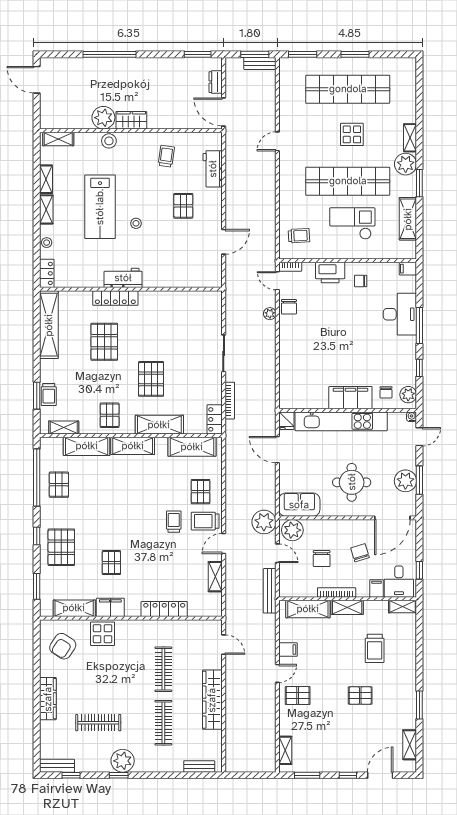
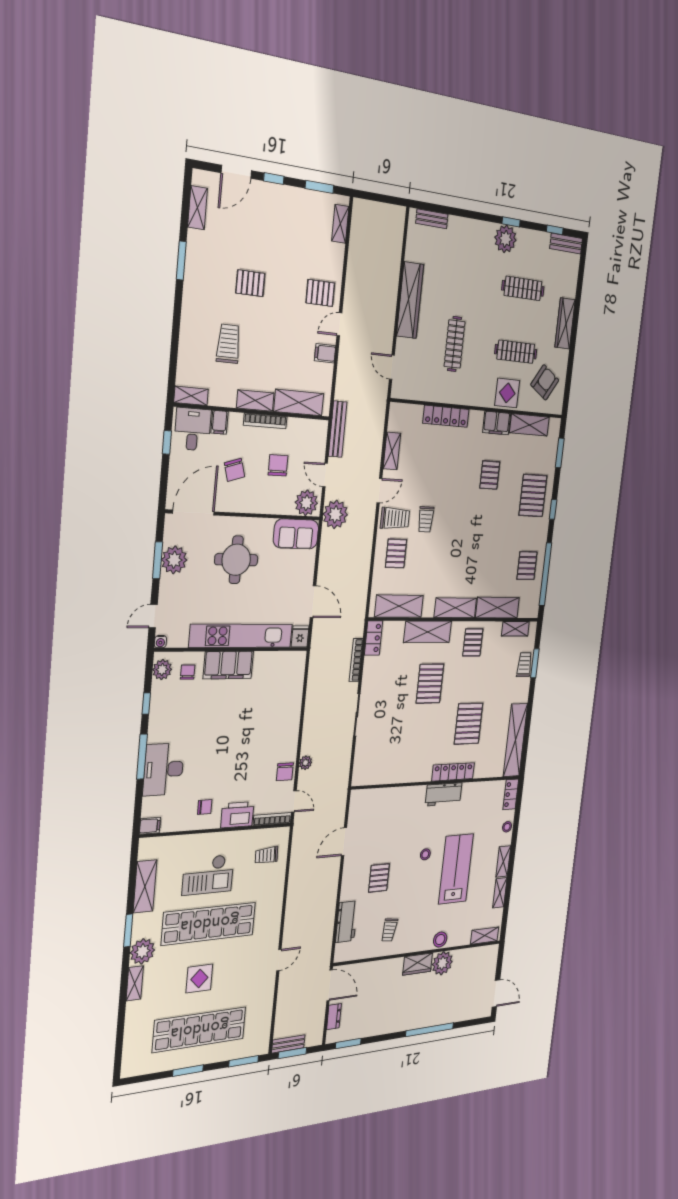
bookcase: (290, 267) -> (272, 819), width x1.56
chair: (289, 307) -> (285, 772), turned 180
clothes rail: (163, 723) -> (516, 352), moved, turned 90

